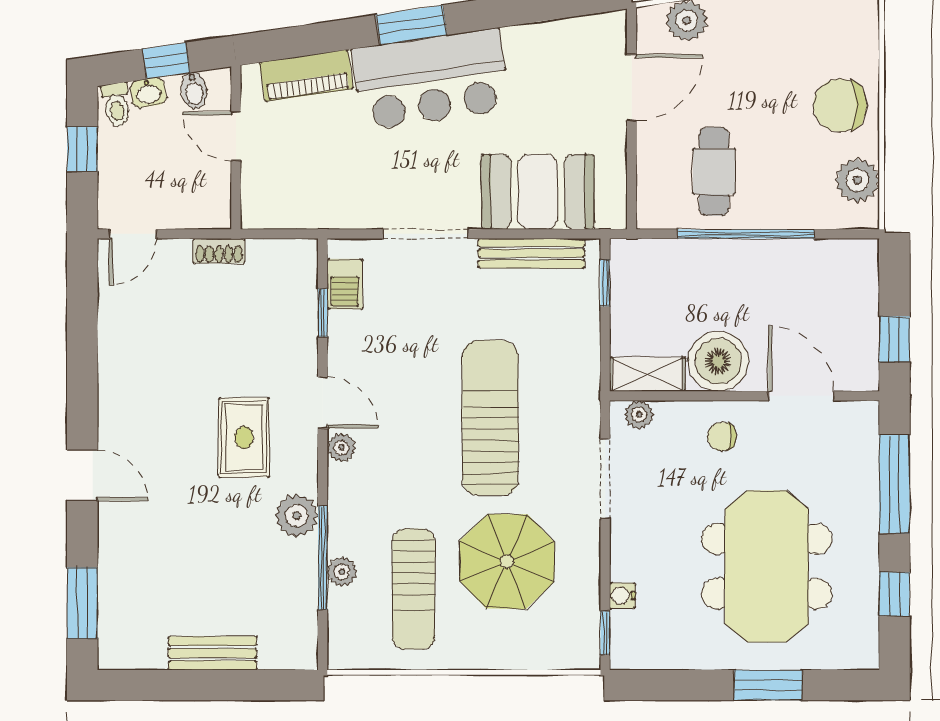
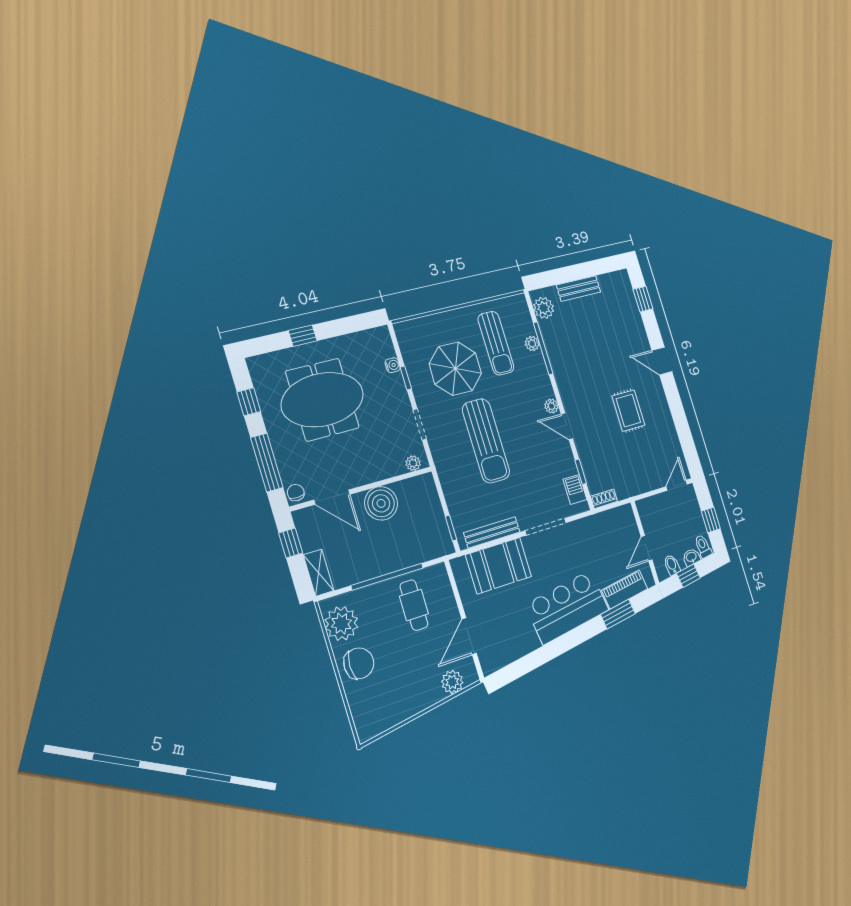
window: (411, 25) -> (618, 614), moved
door: (236, 136) -> (647, 548), swing flipped
plant: (857, 180) -> (341, 623), width x1.36, depth x1.36
shoe rack: (219, 251) -> (604, 499), moved
shelving: (647, 374) -> (319, 573), moved, turned 90
rug: (244, 437) -> (628, 411), moved
chair: (722, 437) -> (296, 493), moved, turned -90
doorway: (605, 479) -> (420, 424), width x0.73
plant: (297, 516) -> (544, 308), moved
meeting table: (767, 566) -> (322, 400), turned 90
sun lounger: (414, 589) -> (496, 343), turned 180
window: (82, 603) -> (643, 299), width x0.67
window: (605, 633) -> (406, 378), moved
window: (768, 685) -> (303, 336), width x0.67

